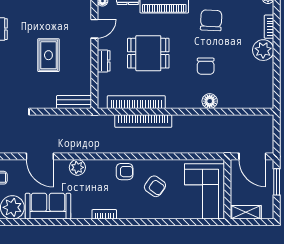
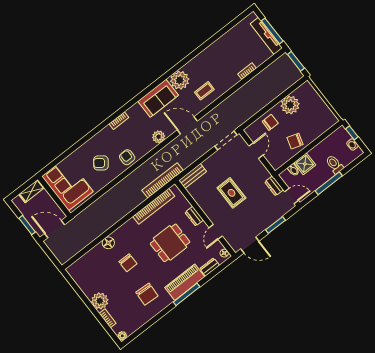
chair: (206, 66) -> (128, 263), turned 180
bookcase: (143, 121) -> (163, 180), moved
armchair: (125, 172) -> (127, 157), turned 90

